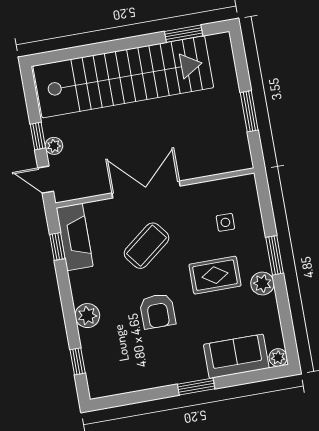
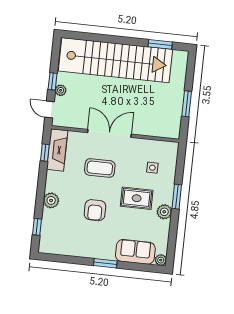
coffee table: (147, 246) -> (100, 168), turned 38

